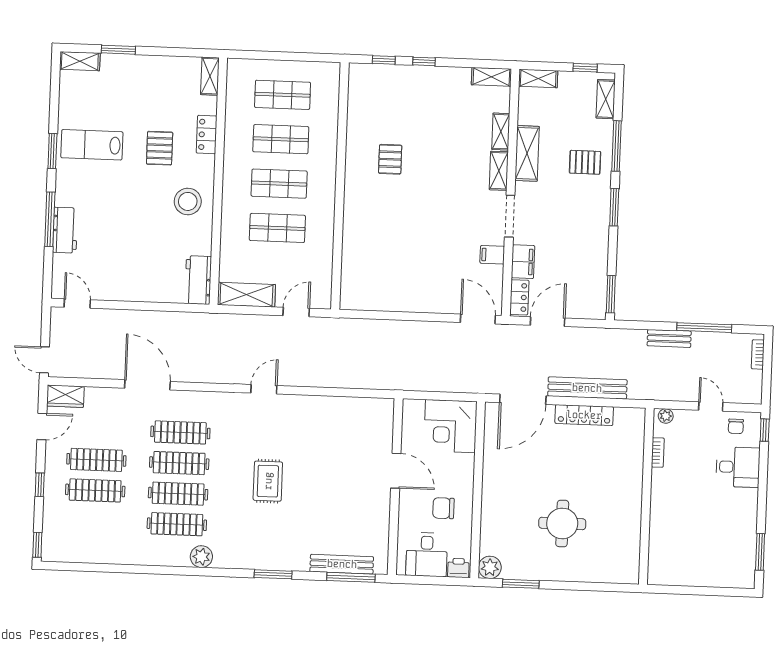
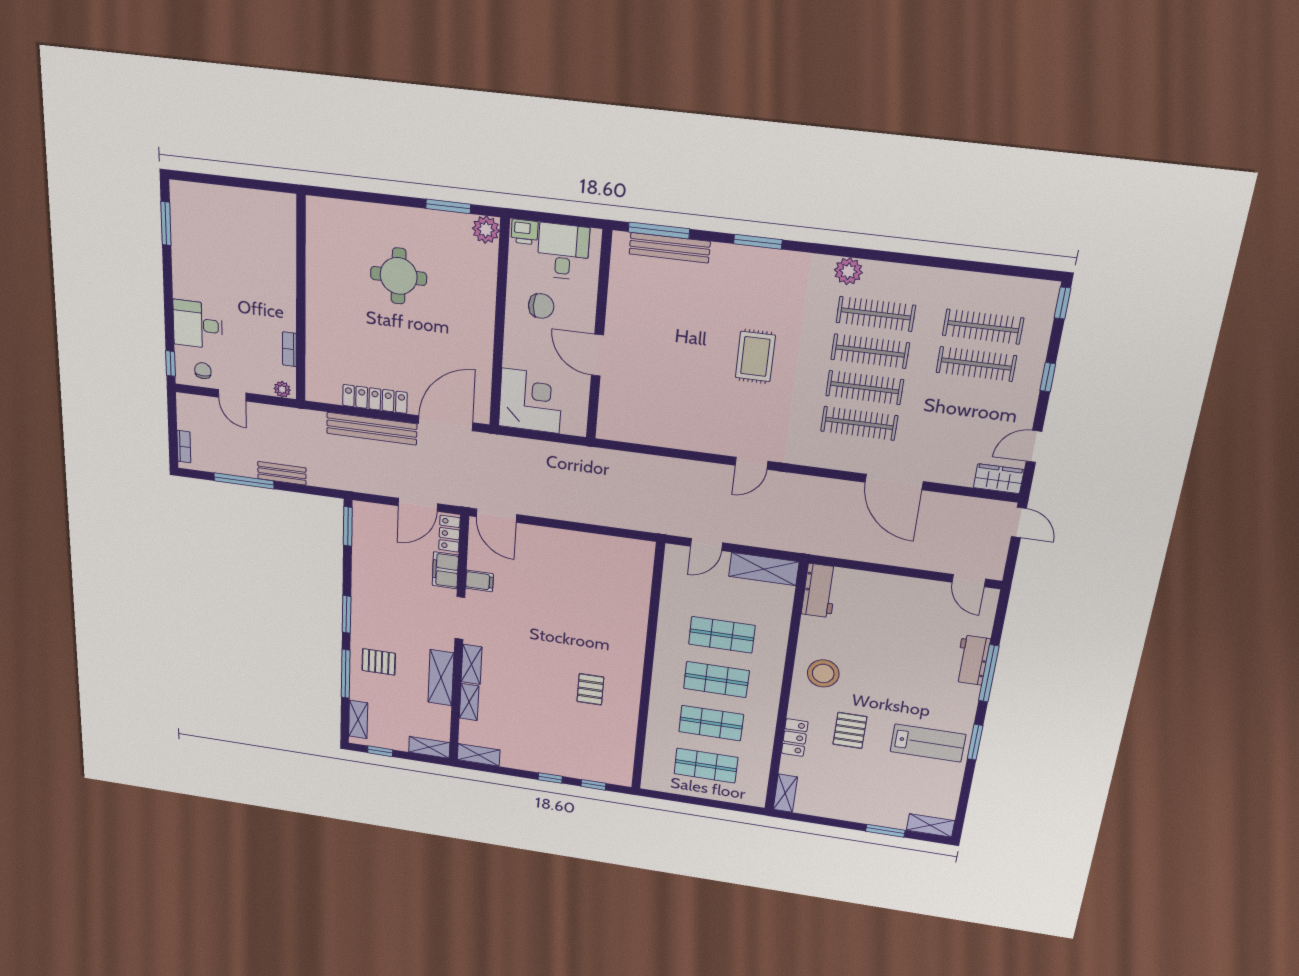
clothes rail: (96, 460) -> (983, 327), moved

